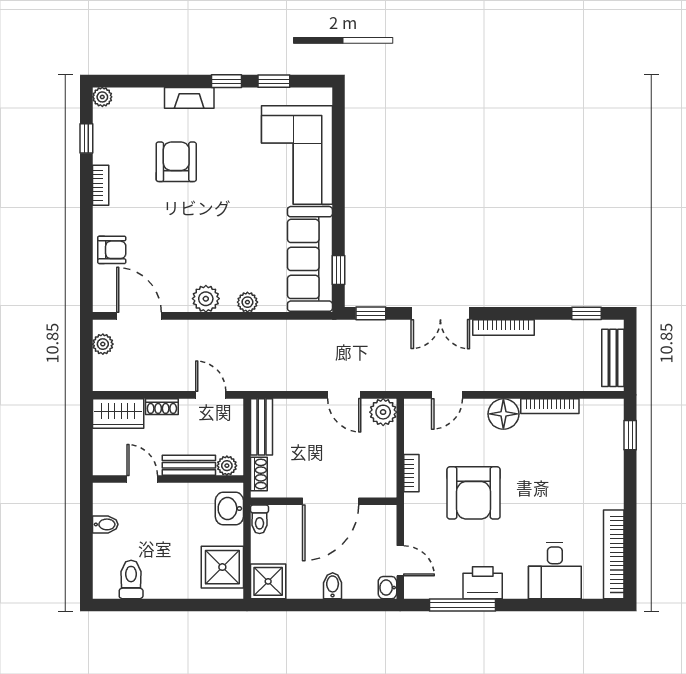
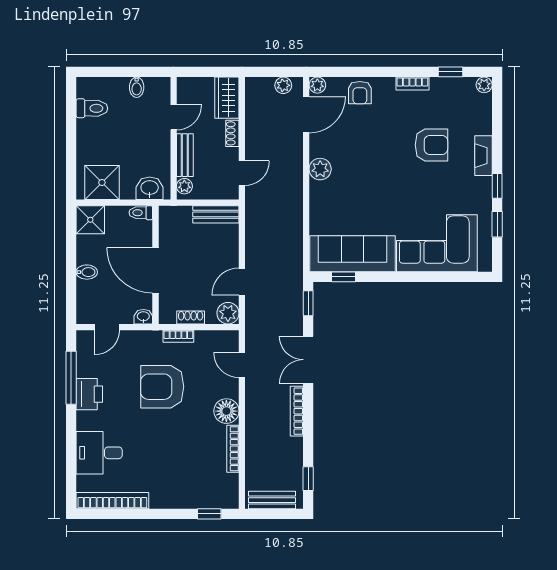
plant: (247, 302) -> (317, 85), moved
shoe rack: (259, 474) -> (191, 317), moved, turned 180
washbasin: (387, 588) -> (143, 317), moved

